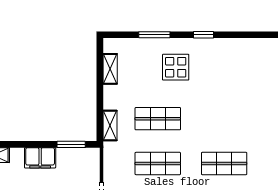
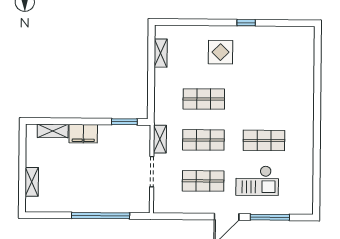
window: (154, 35) -> (201, 22), removed
shelving: (110, 125) -> (160, 139), moved
filing cabinet: (40, 158) -> (83, 134), moved

